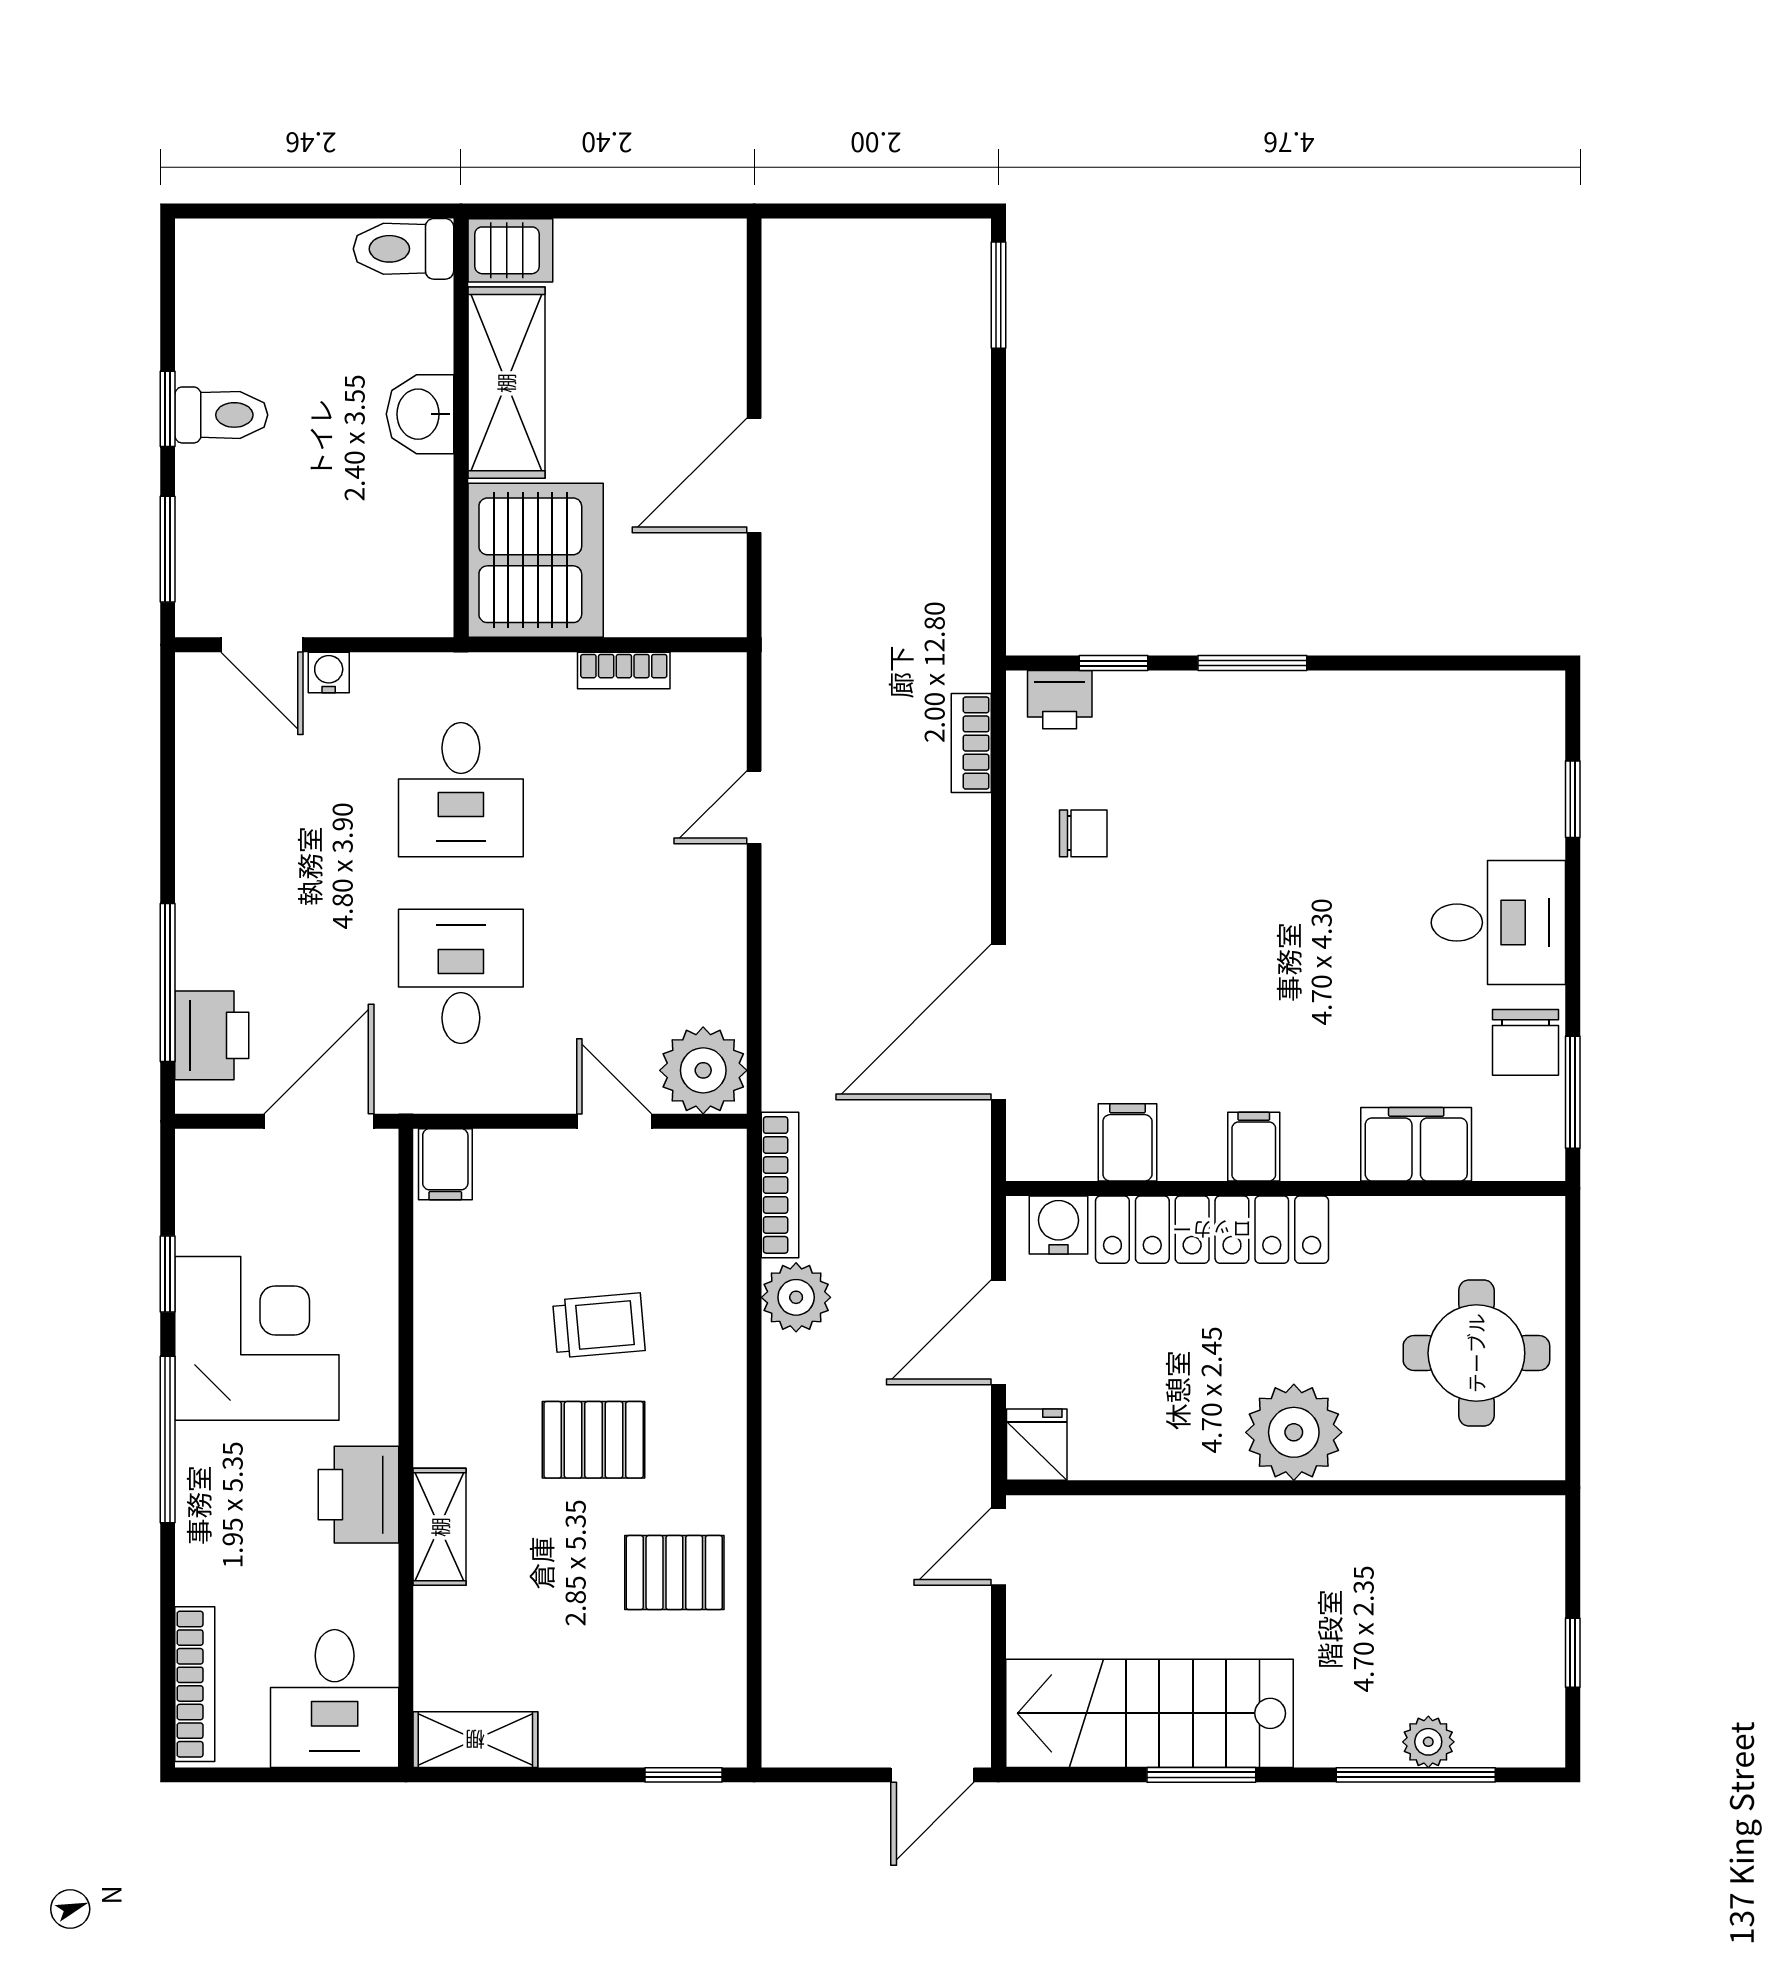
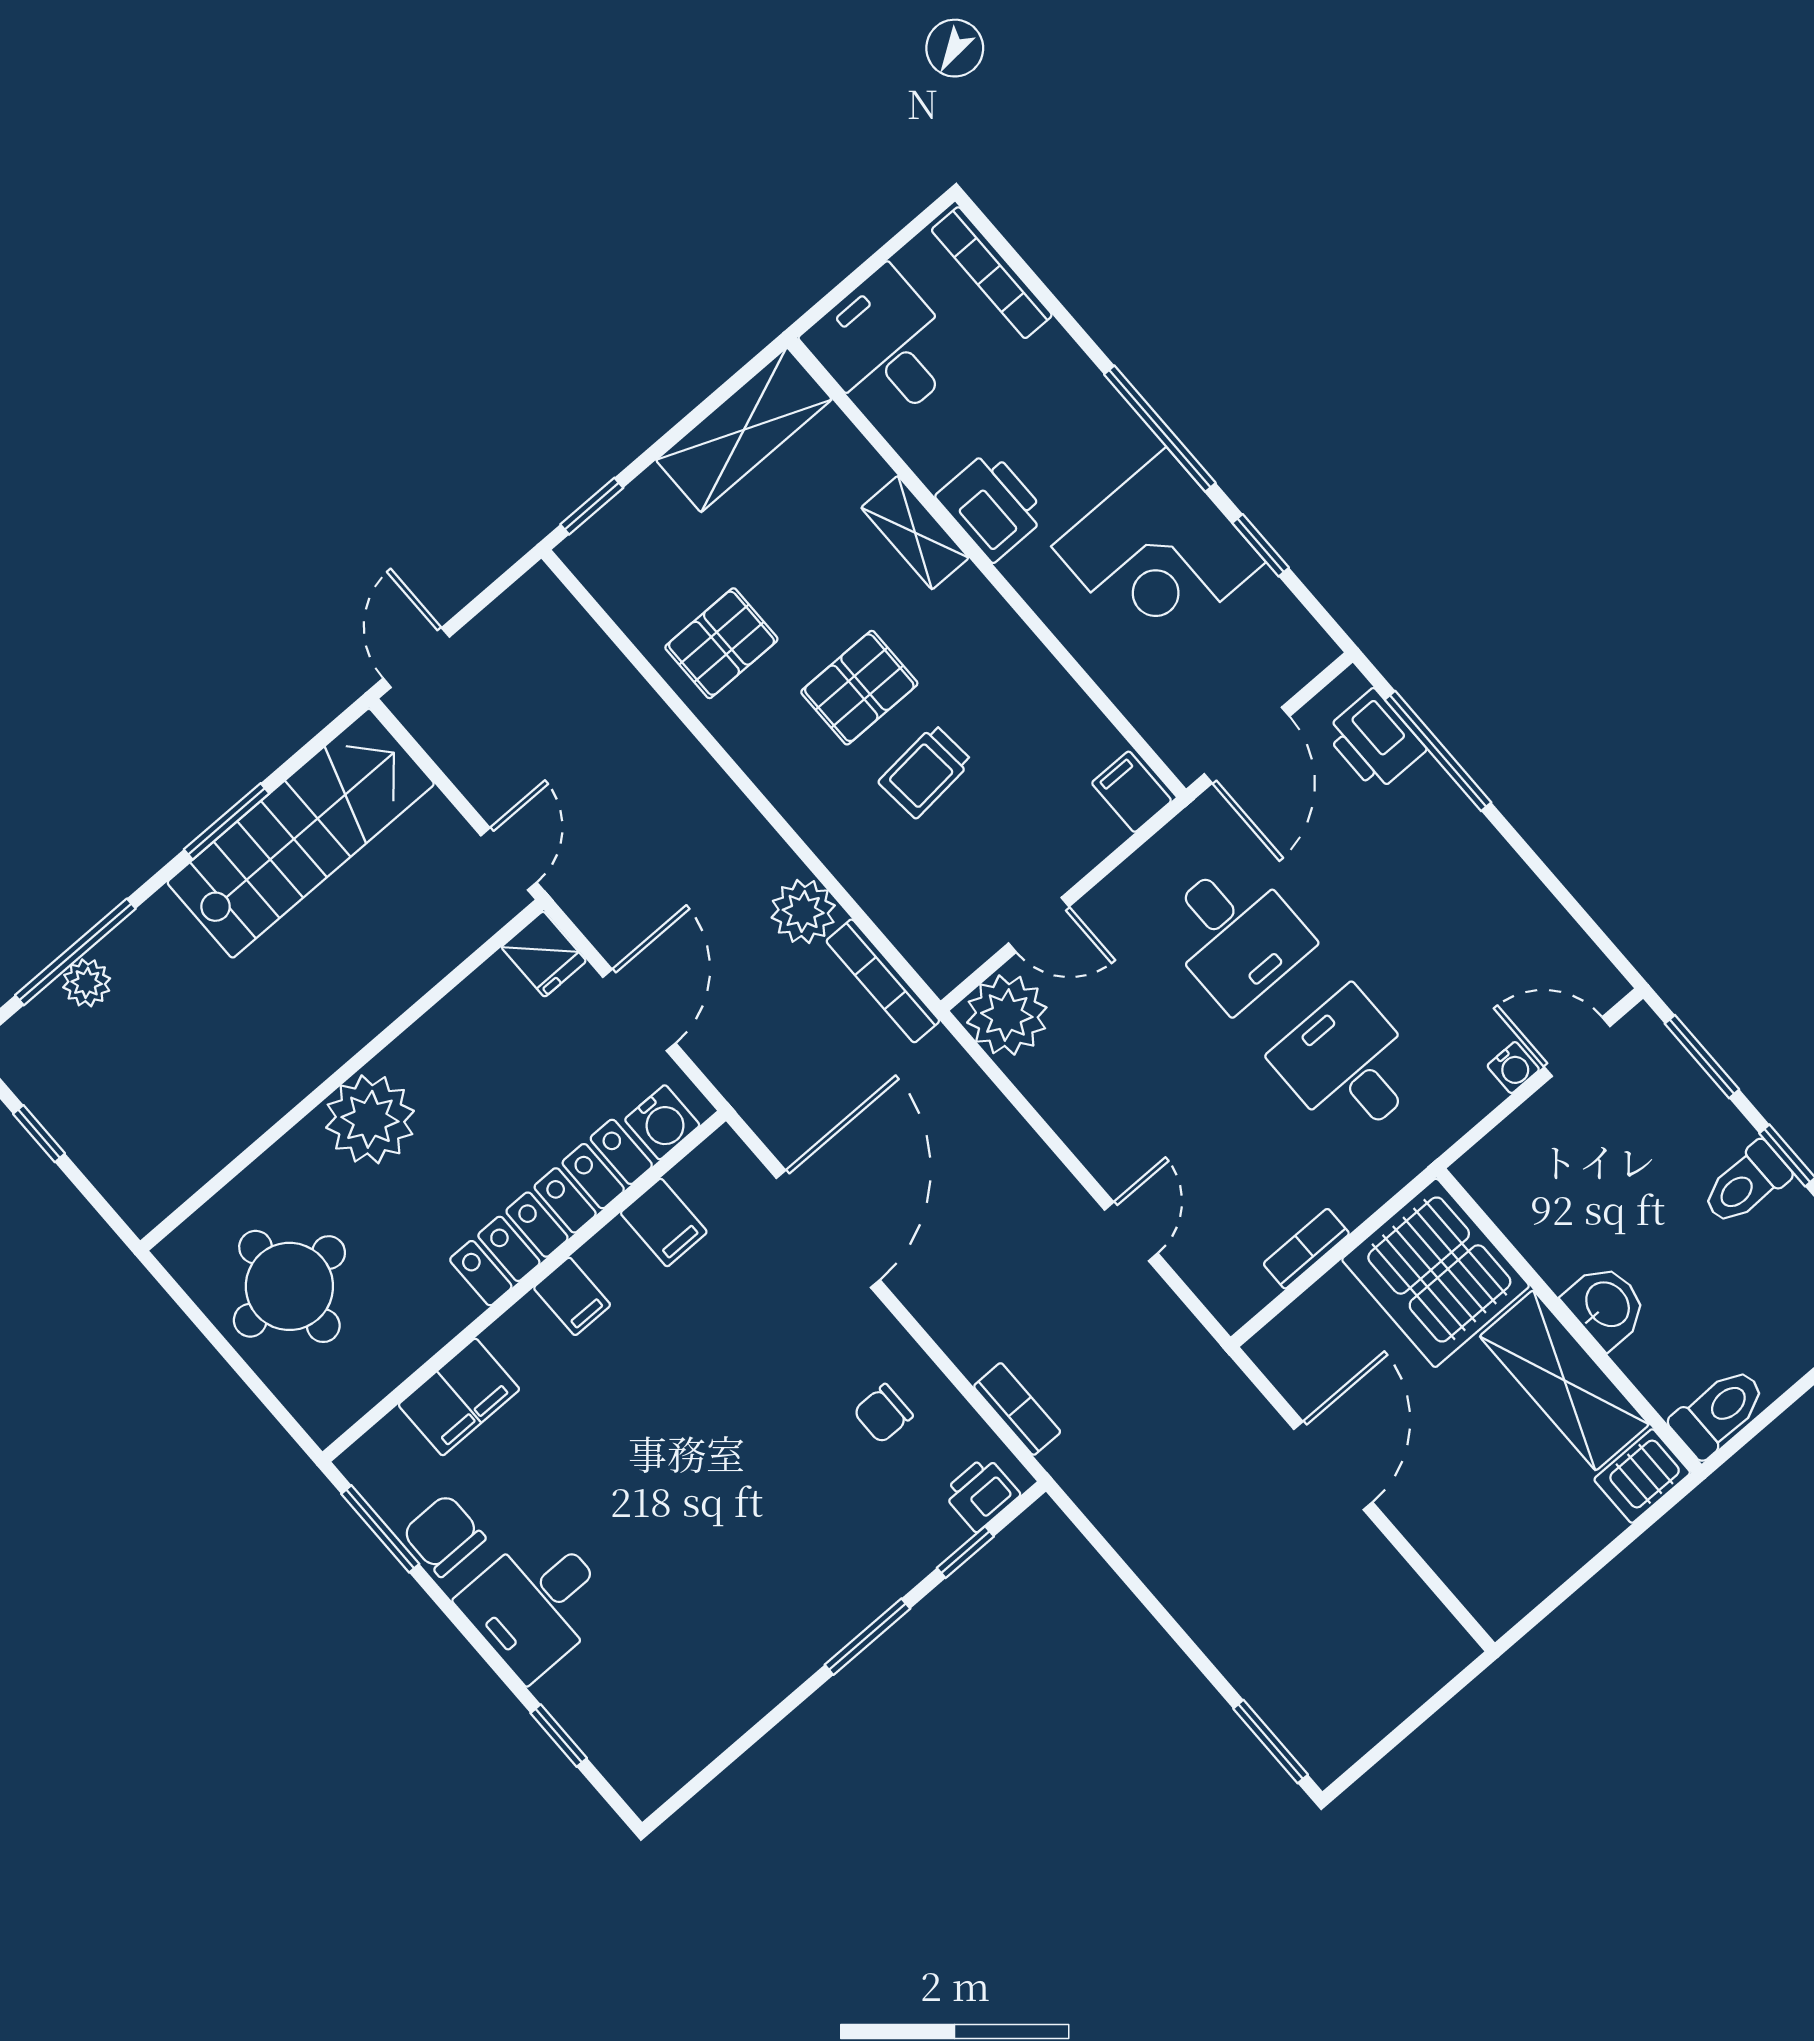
shelving: (475, 1740) -> (744, 430), width x1.50, depth x1.33

